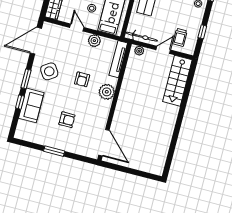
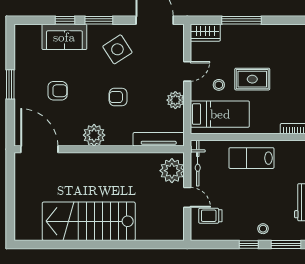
window: (202, 32) -> (249, 244), moved
plant: (139, 51) -> (172, 171), width x1.87, depth x1.87
stairs: (177, 81) -> (89, 221), moved, width x1.36, depth x1.51
plant: (107, 92) -> (94, 135), moved
armchair: (67, 120) -> (58, 91), turned -90
door: (104, 143) -> (39, 149), swing flipped

